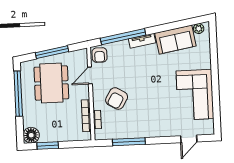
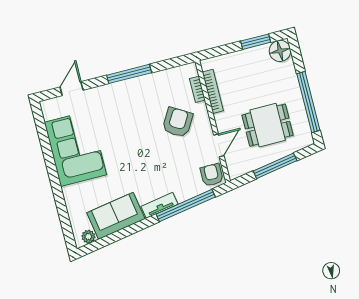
dining table: (51, 83) -> (268, 125), width x0.73
window: (129, 142) -> (129, 74), moved

